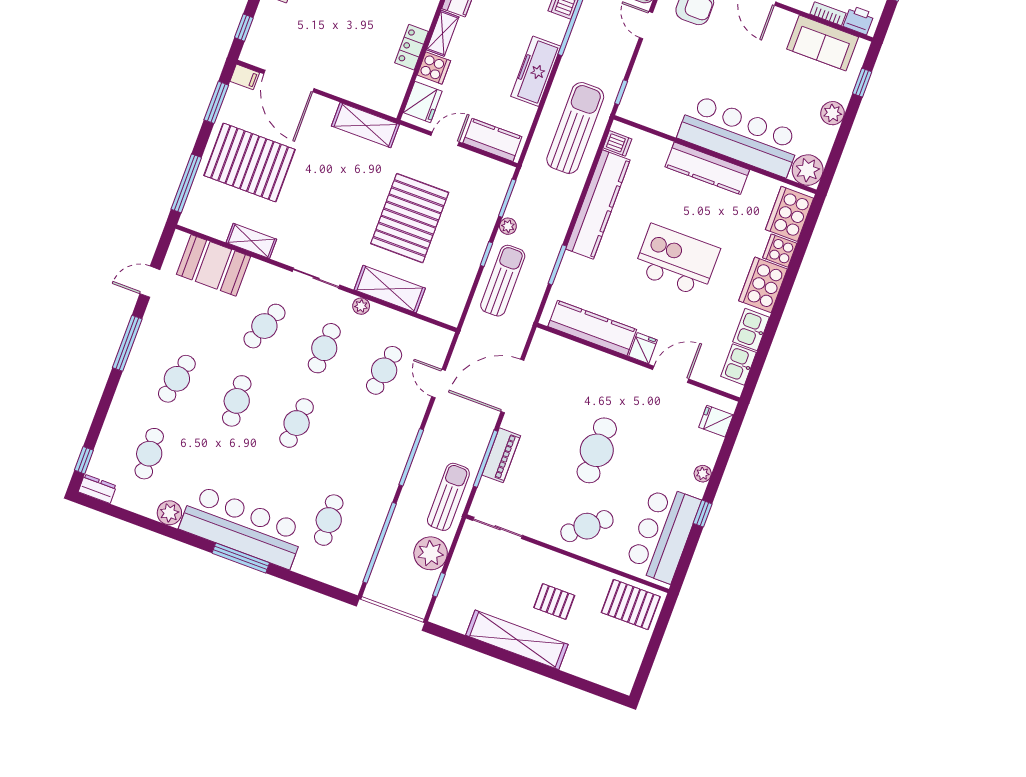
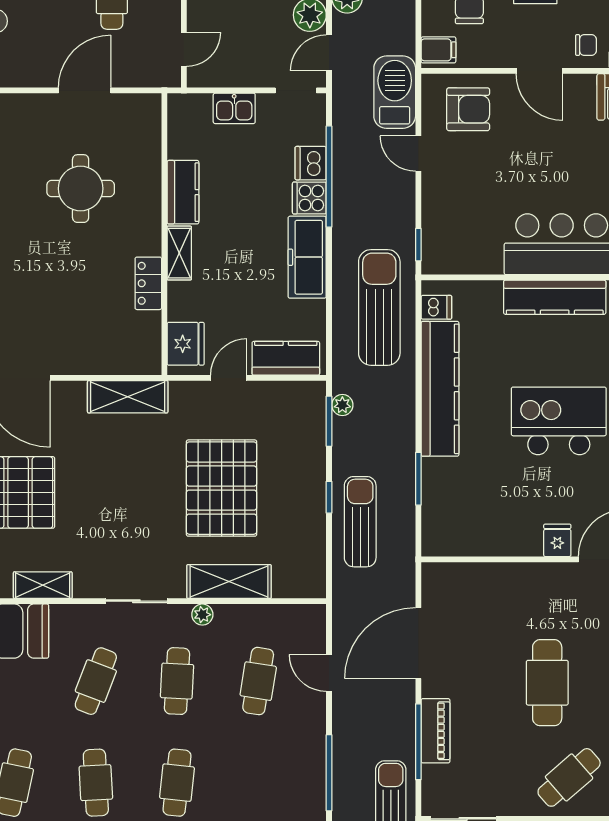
cooker: (434, 68) -> (309, 198), moved, turned 180
plant: (508, 226) -> (342, 405), moved
kitchen counter: (592, 328) -> (488, 539), removed

